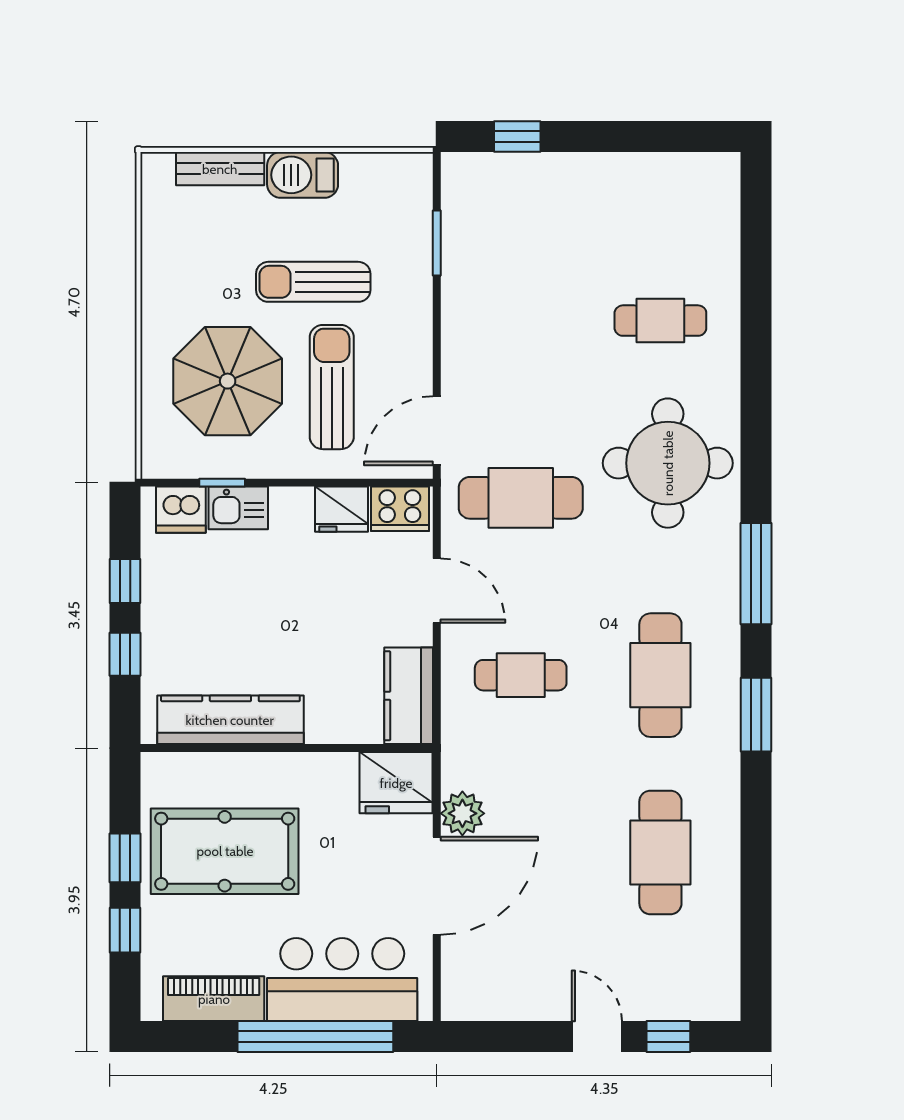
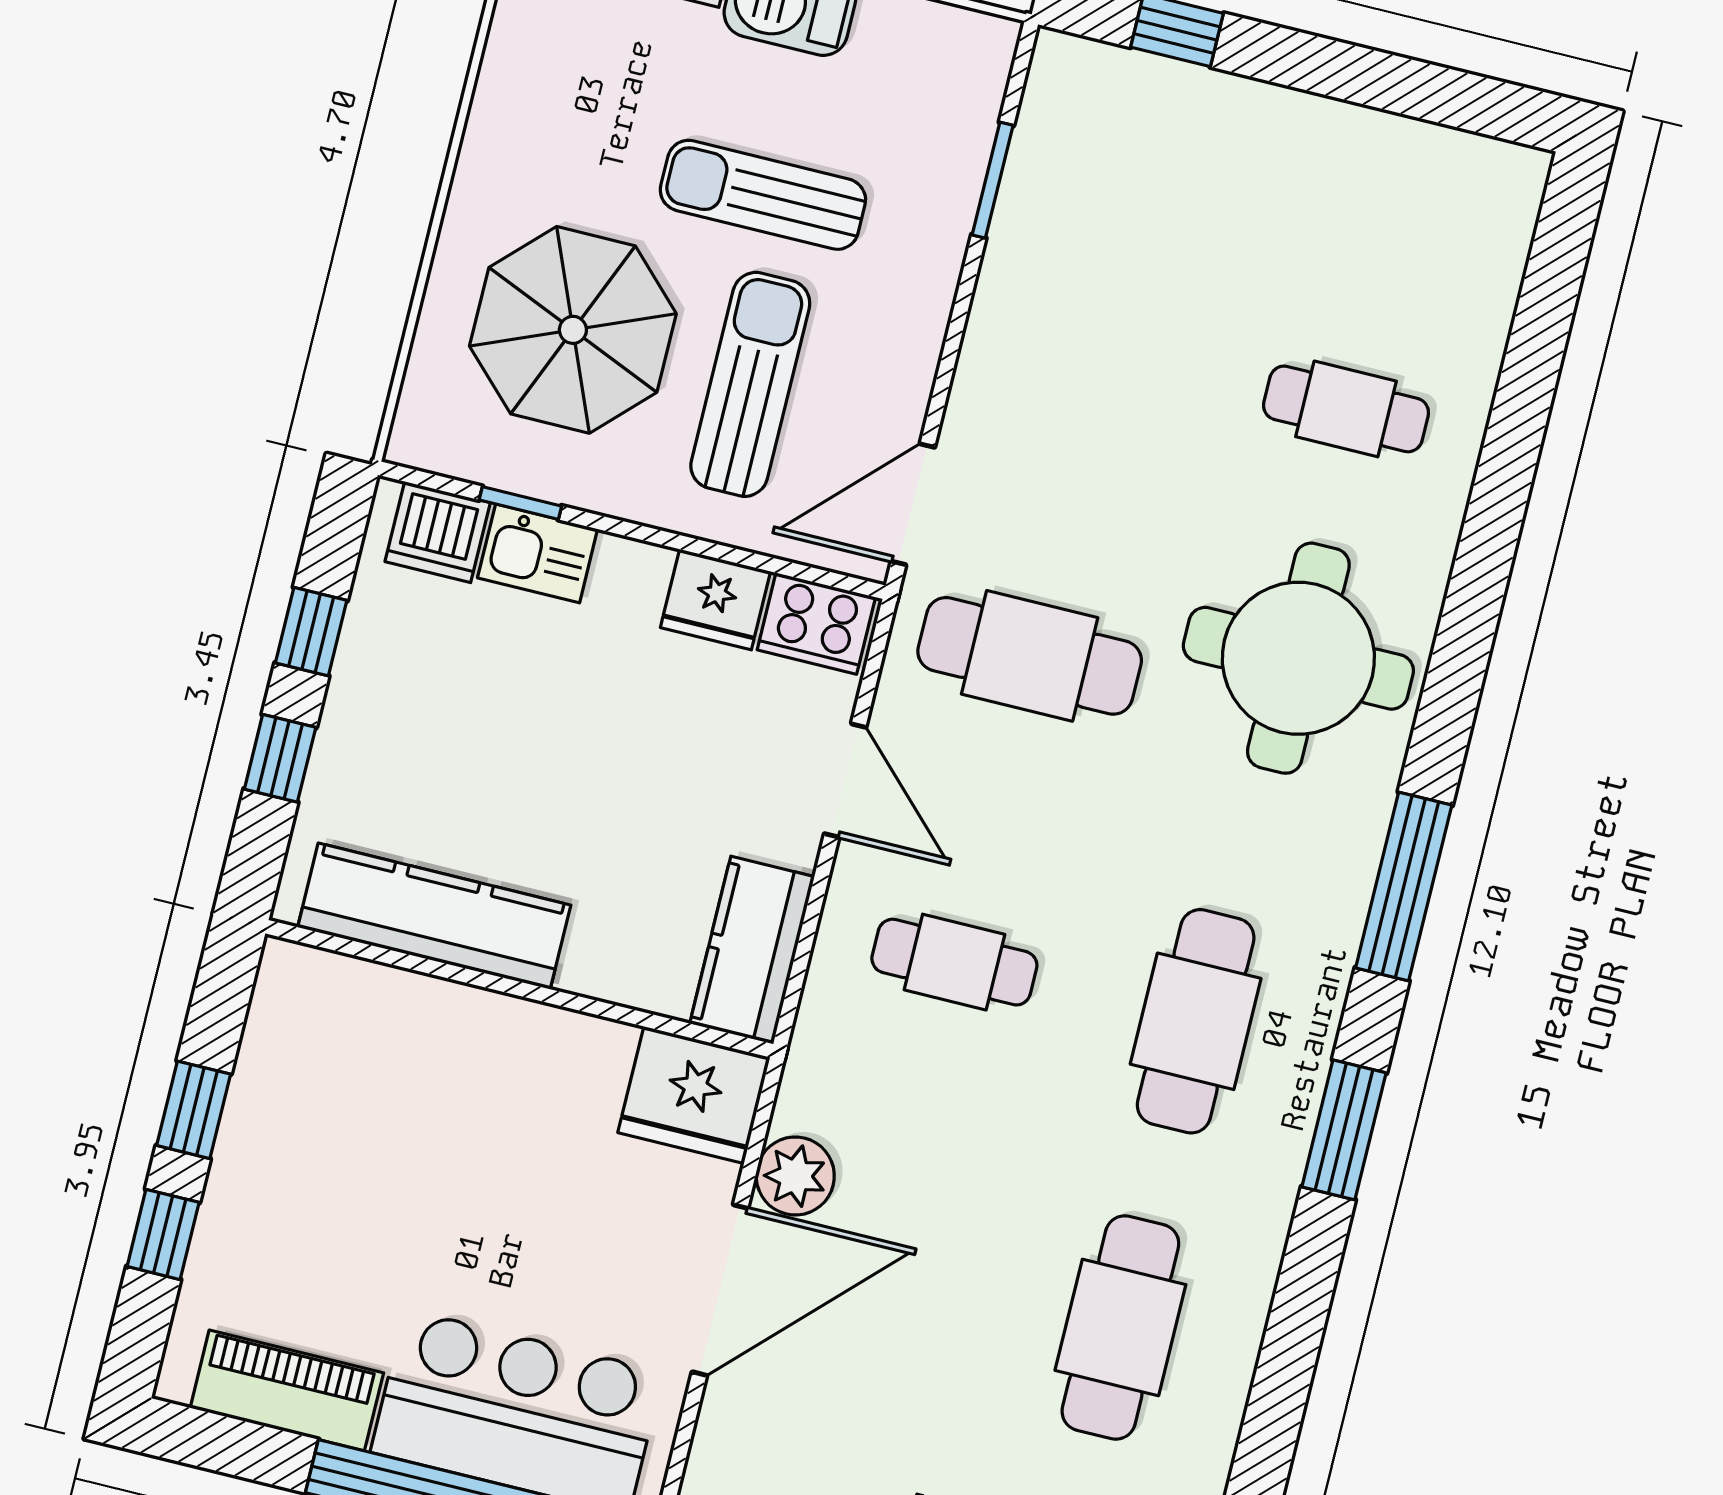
pool table: (225, 851) -> (369, 1141), removed

